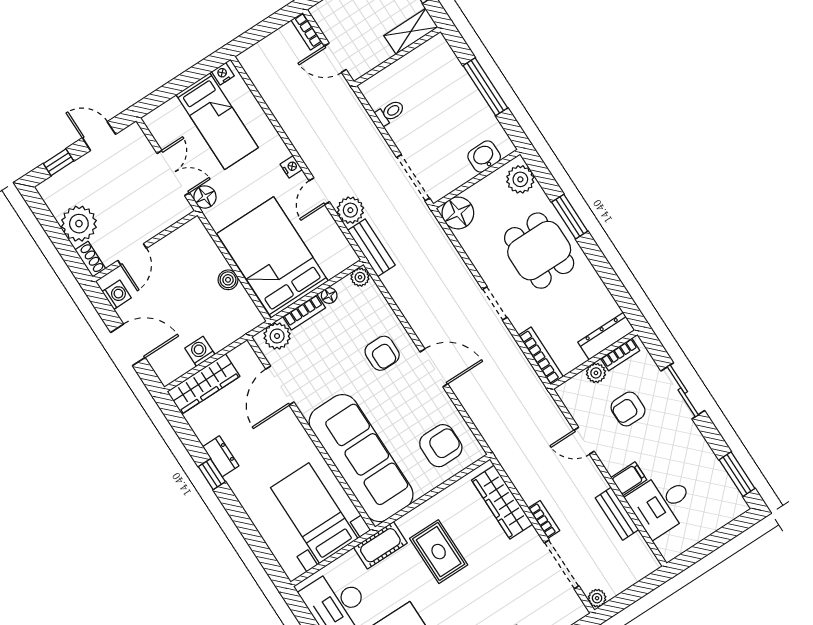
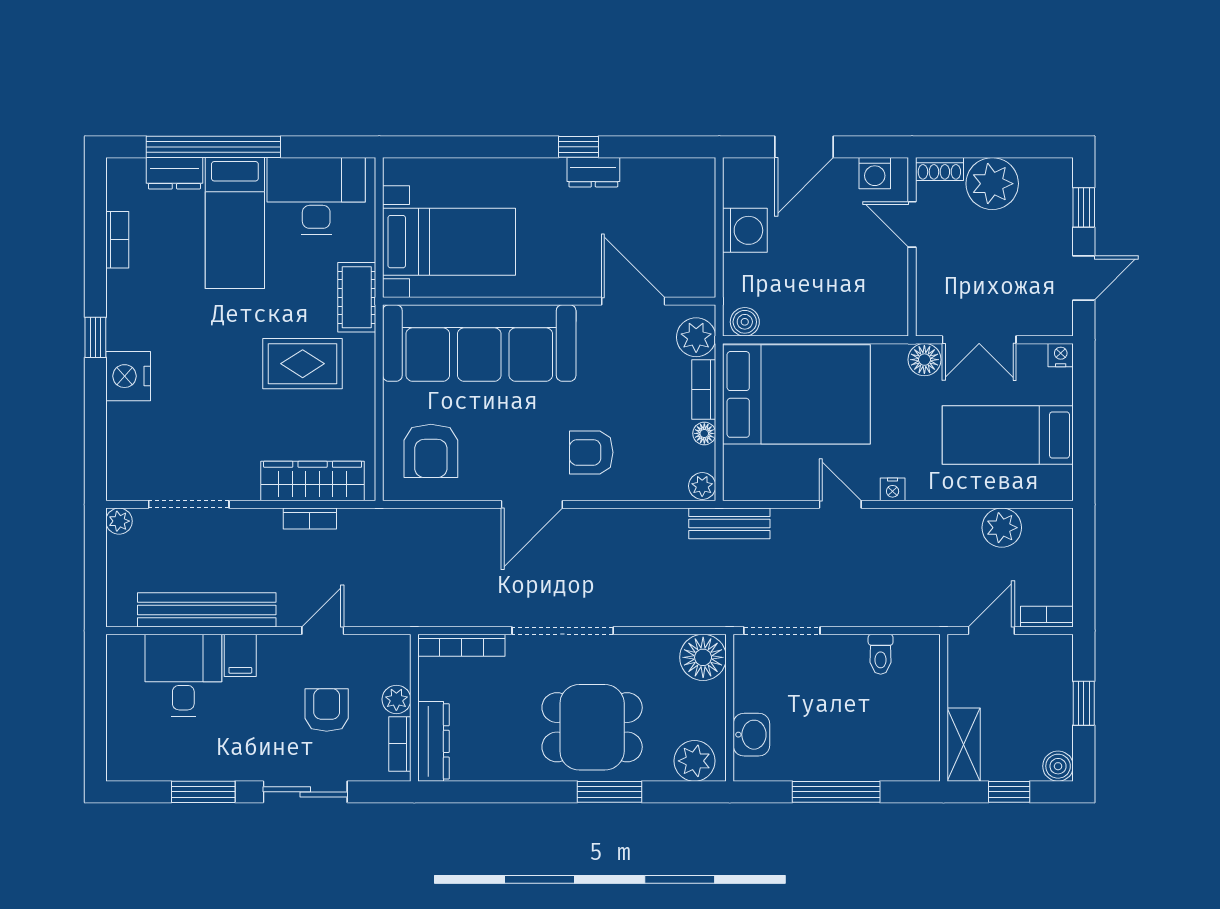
nightstand: (223, 74) -> (1061, 355), moved, turned -90
plant: (350, 210) -> (1002, 528), moved
boiler: (228, 280) -> (745, 322), moved
doorway: (495, 303) -> (563, 631), width x1.88
washing machine: (200, 351) -> (745, 230), width x1.38, depth x1.38
wardrobe: (203, 384) -> (696, 209), removed
window: (737, 474) -> (203, 792), moved
bench: (617, 514) -> (207, 610), width x1.86, depth x1.21
bookcase: (544, 519) -> (310, 519), moved

